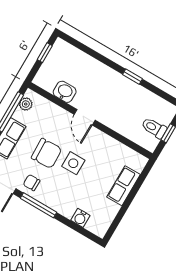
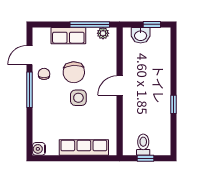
washbasin: (65, 92) -> (141, 35), moved, turned 90
row of seats: (124, 186) -> (84, 147), width x1.48
water cooler: (80, 218) -> (39, 149), moved

